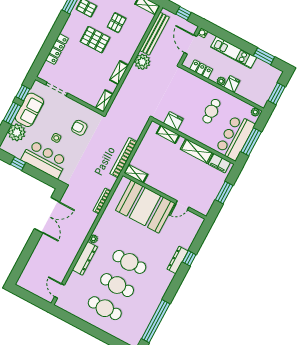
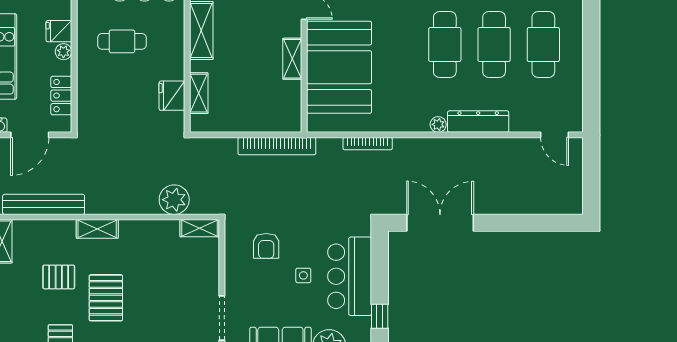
plant: (142, 62) -> (174, 200), moved
shelving: (119, 73) -> (97, 229), moved
shelving: (136, 174) -> (292, 59), moved
door: (60, 291) -> (554, 135), hinge flipped

